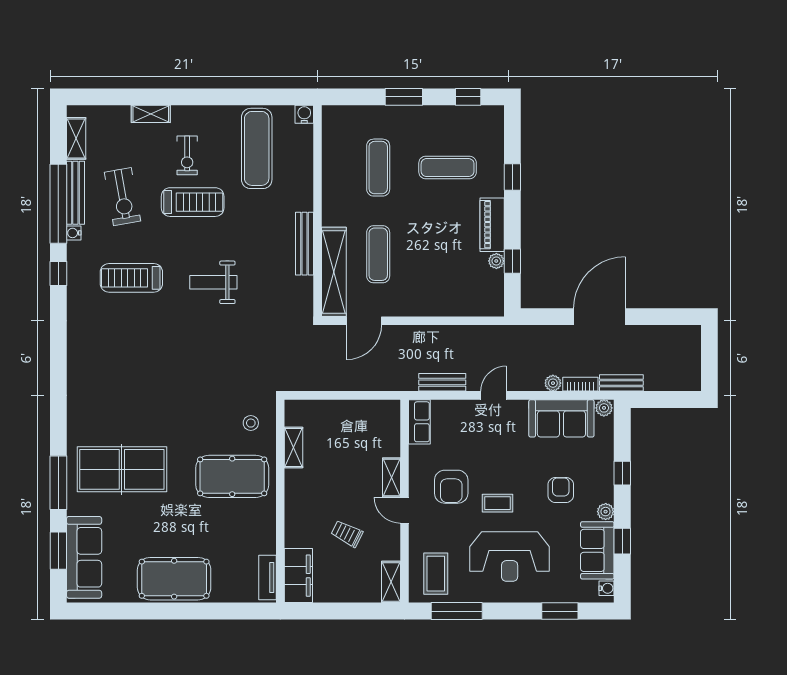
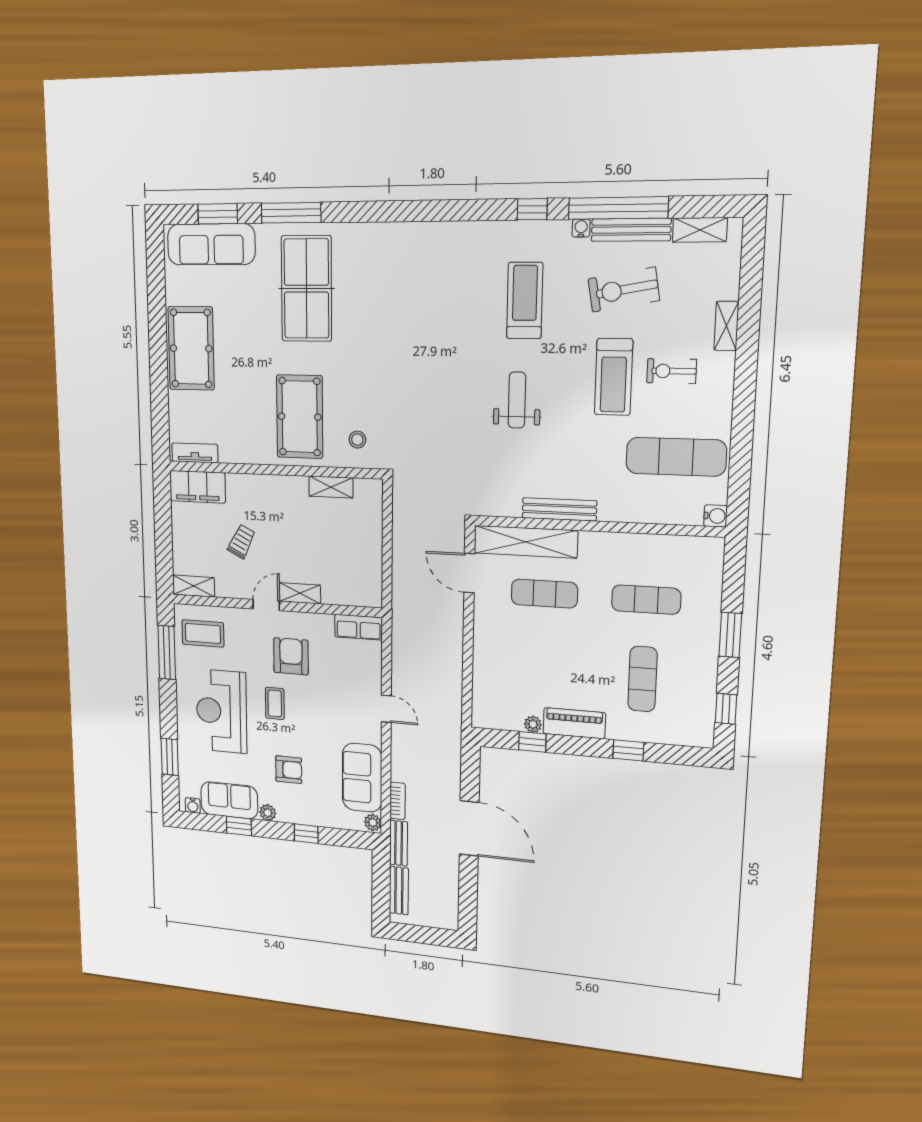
bench: (442, 382) -> (399, 891), moved
plant: (553, 383) -> (399, 773), removed
armchair: (451, 487) -> (291, 656), turned 90

